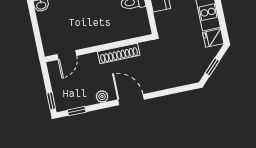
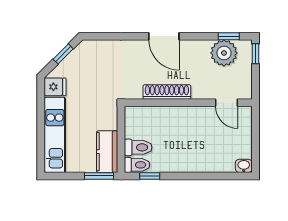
door: (67, 55) -> (226, 103), swing flipped
plant: (102, 96) -> (224, 53), moved, width x1.87, depth x1.87

